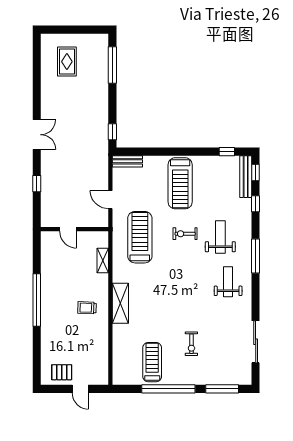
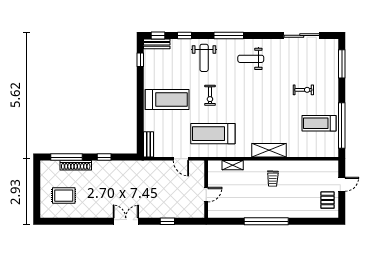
shoe rack: (103, 76) -> (76, 165), added
window: (112, 132) -> (104, 157), moved
bench: (246, 177) -> (157, 44), width x0.73
door: (110, 200) -> (181, 159), hinge flipped
weight bench: (220, 237) -> (204, 58), moved, turned -90
window: (168, 389) -> (342, 125), moved

